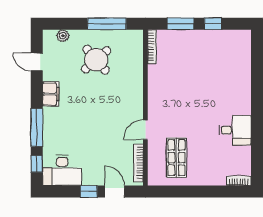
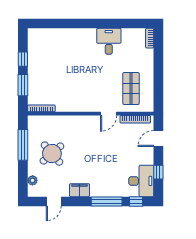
door: (145, 130) -> (109, 114), hinge flipped
shop shelf: (176, 158) -> (131, 89), turned 90
window: (89, 191) -> (158, 172), moved

